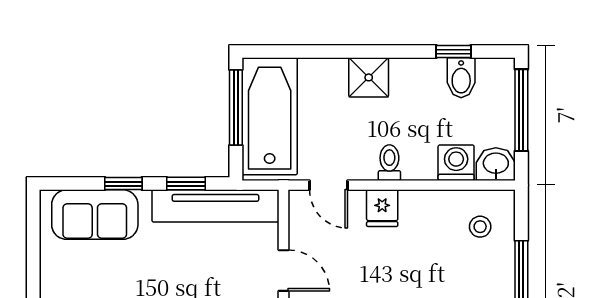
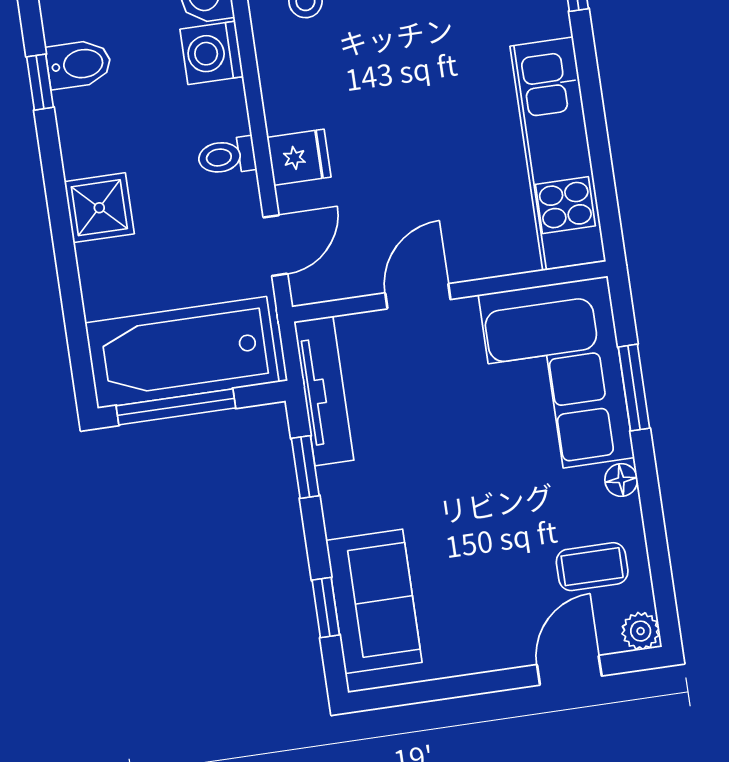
window: (123, 184) -> (326, 607), moved
tv unit: (215, 206) -> (324, 391), width x0.73, depth x0.78

